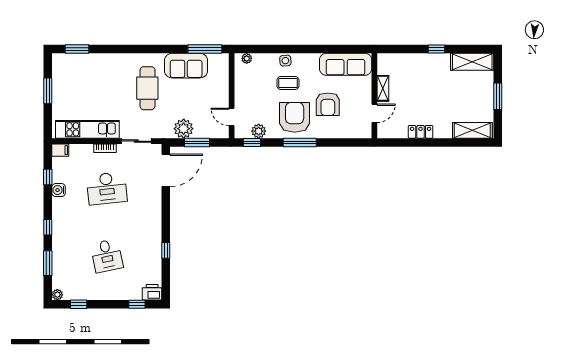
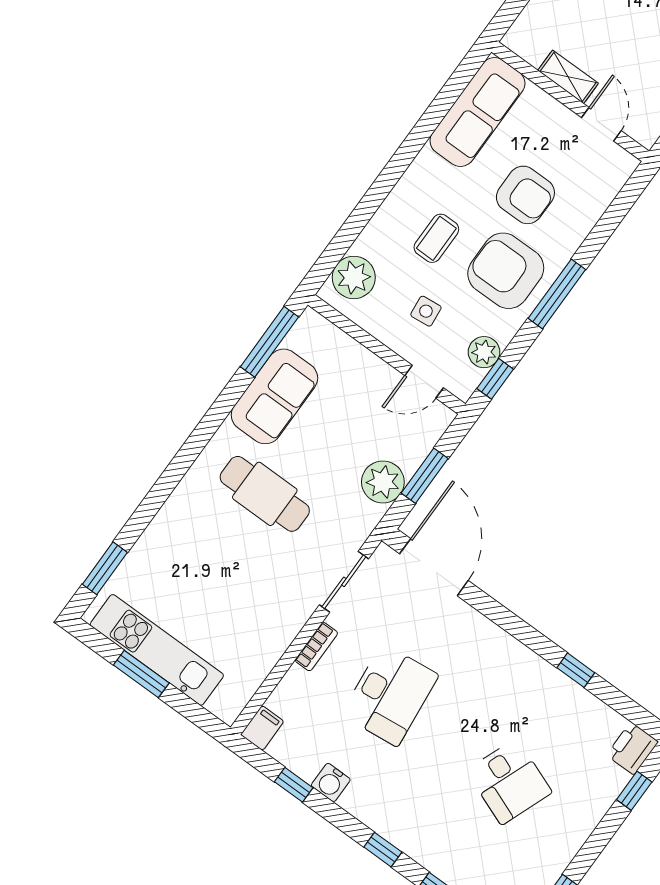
plant: (247, 58) -> (354, 277), width x1.88, depth x1.88
side table: (285, 61) -> (426, 311), moved
kitchen unit: (87, 129) -> (157, 650), moved, turned 90
desk: (107, 256) -> (509, 782), turned 33

